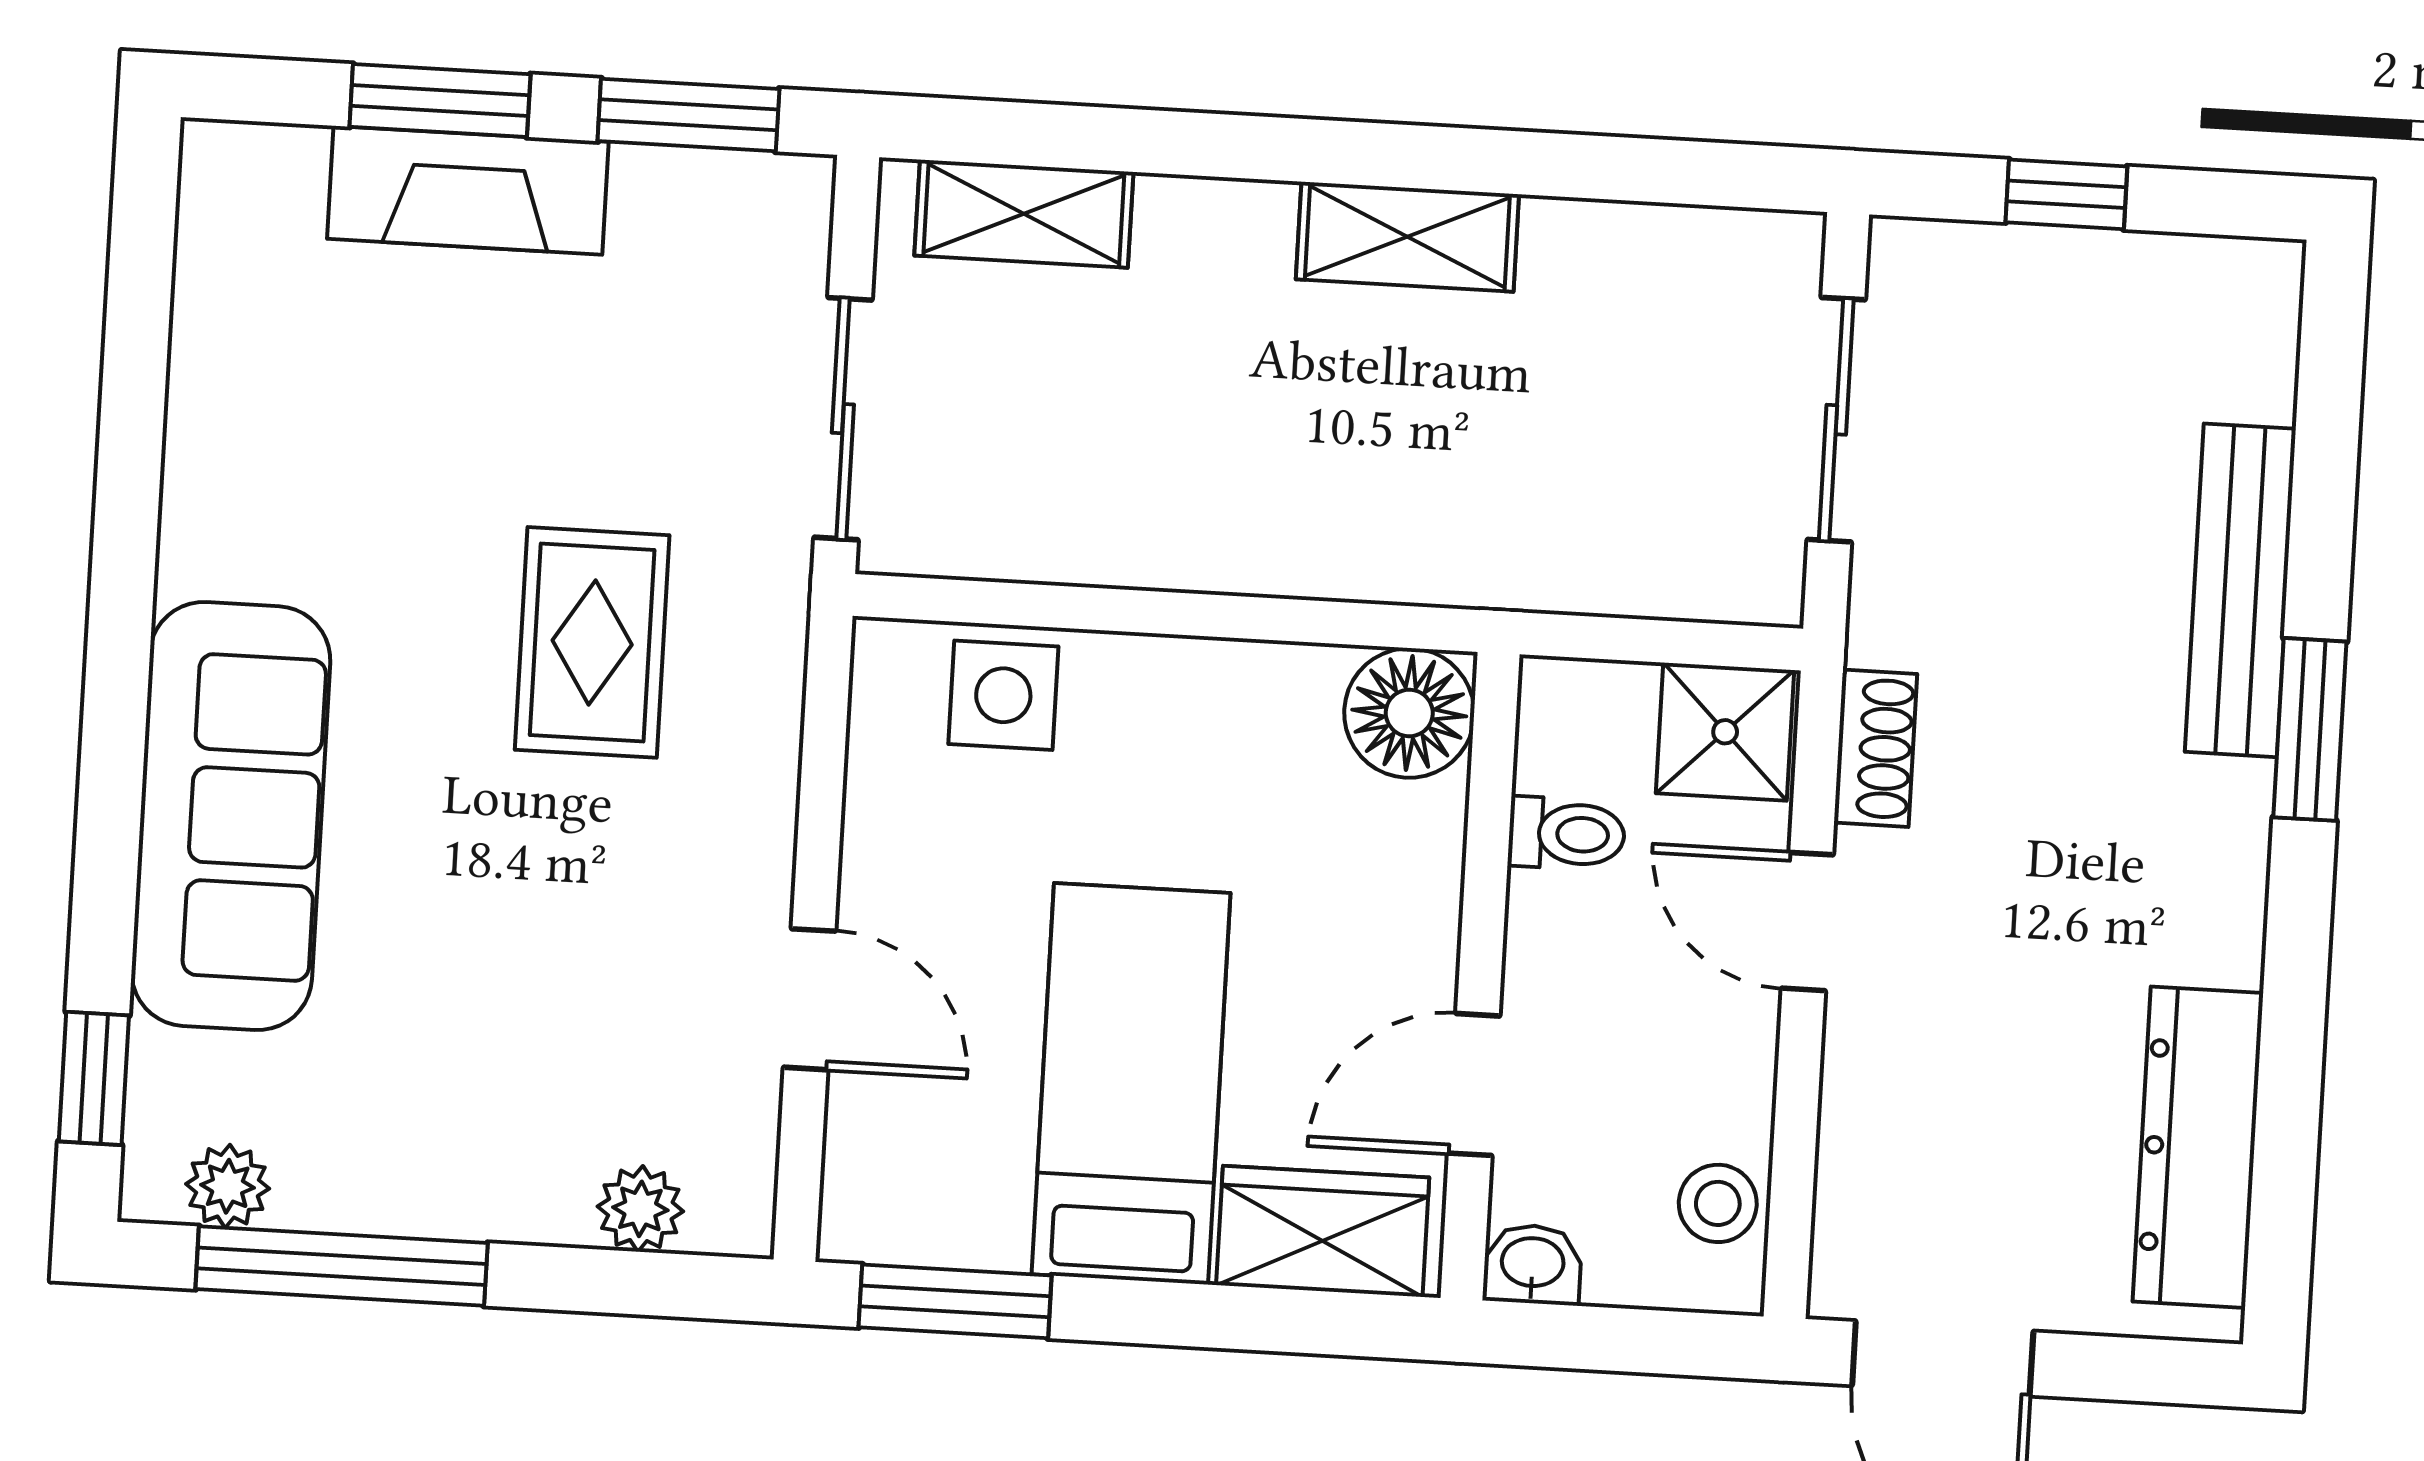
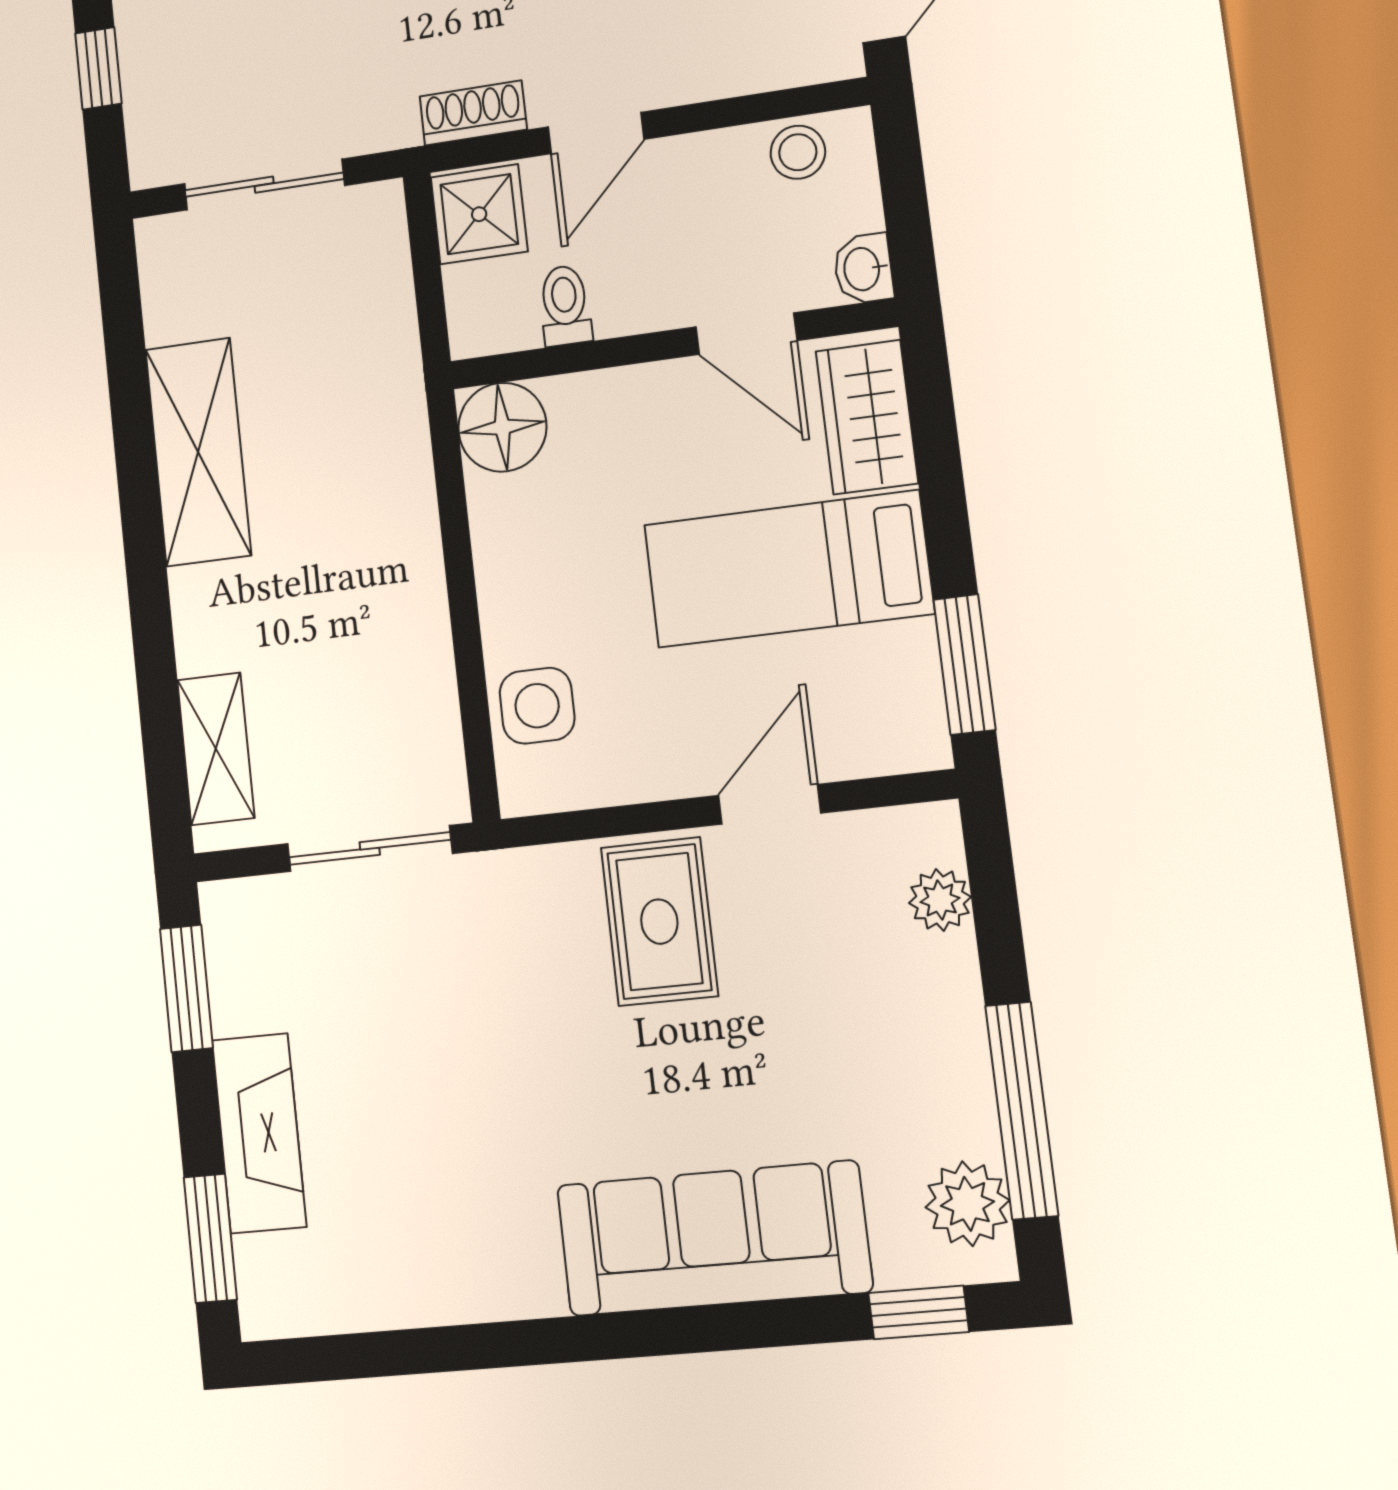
window: (440, 101) -> (210, 1238), moved
shelving: (1407, 237) -> (198, 452), width x1.50, depth x1.33
rug: (592, 642) -> (659, 922), moved, turned 90
plant: (228, 1186) -> (967, 1204), width x1.38, depth x1.38

